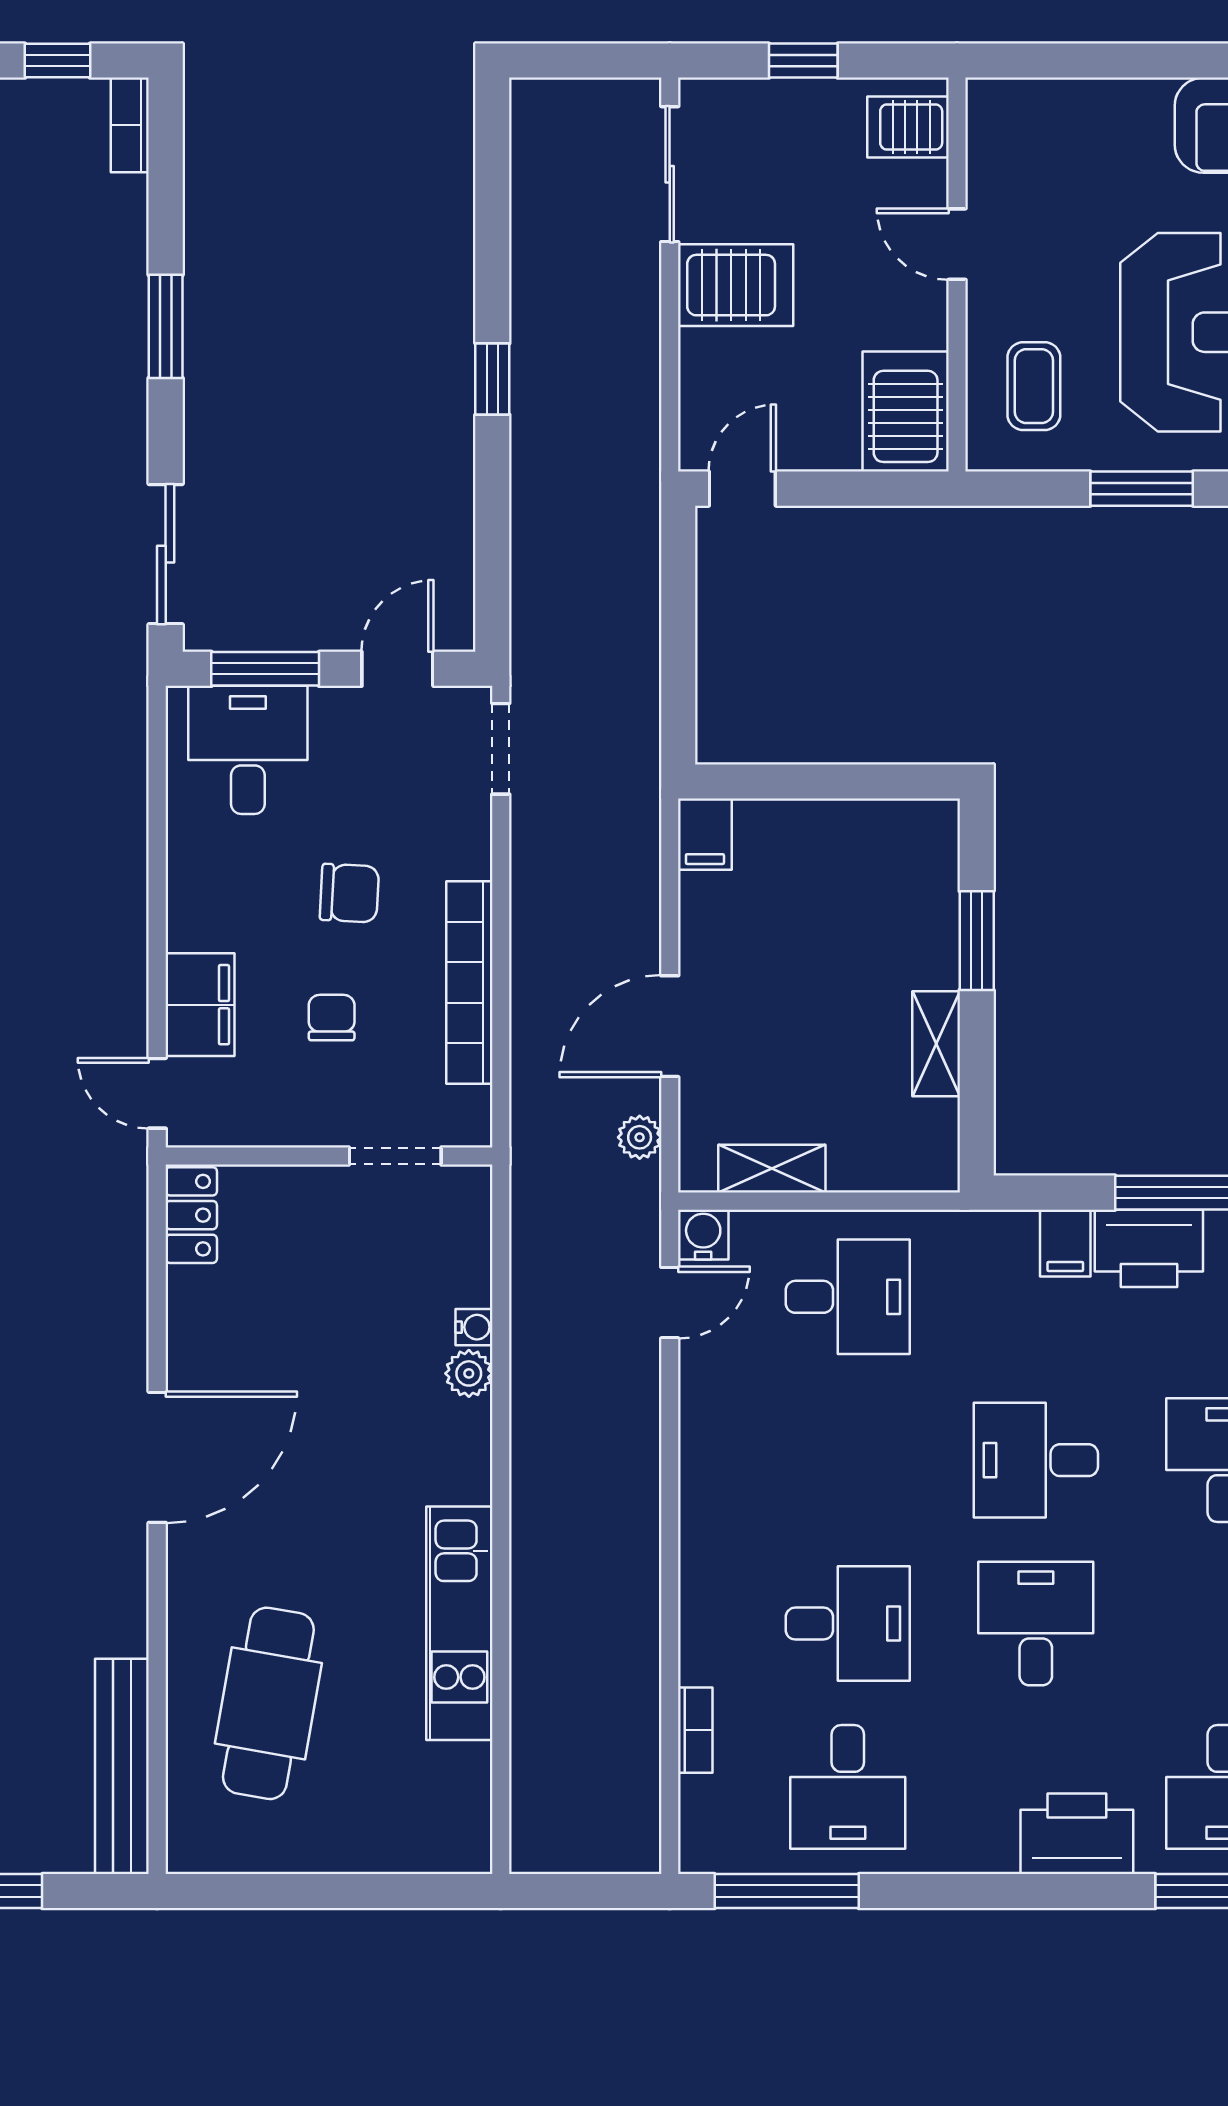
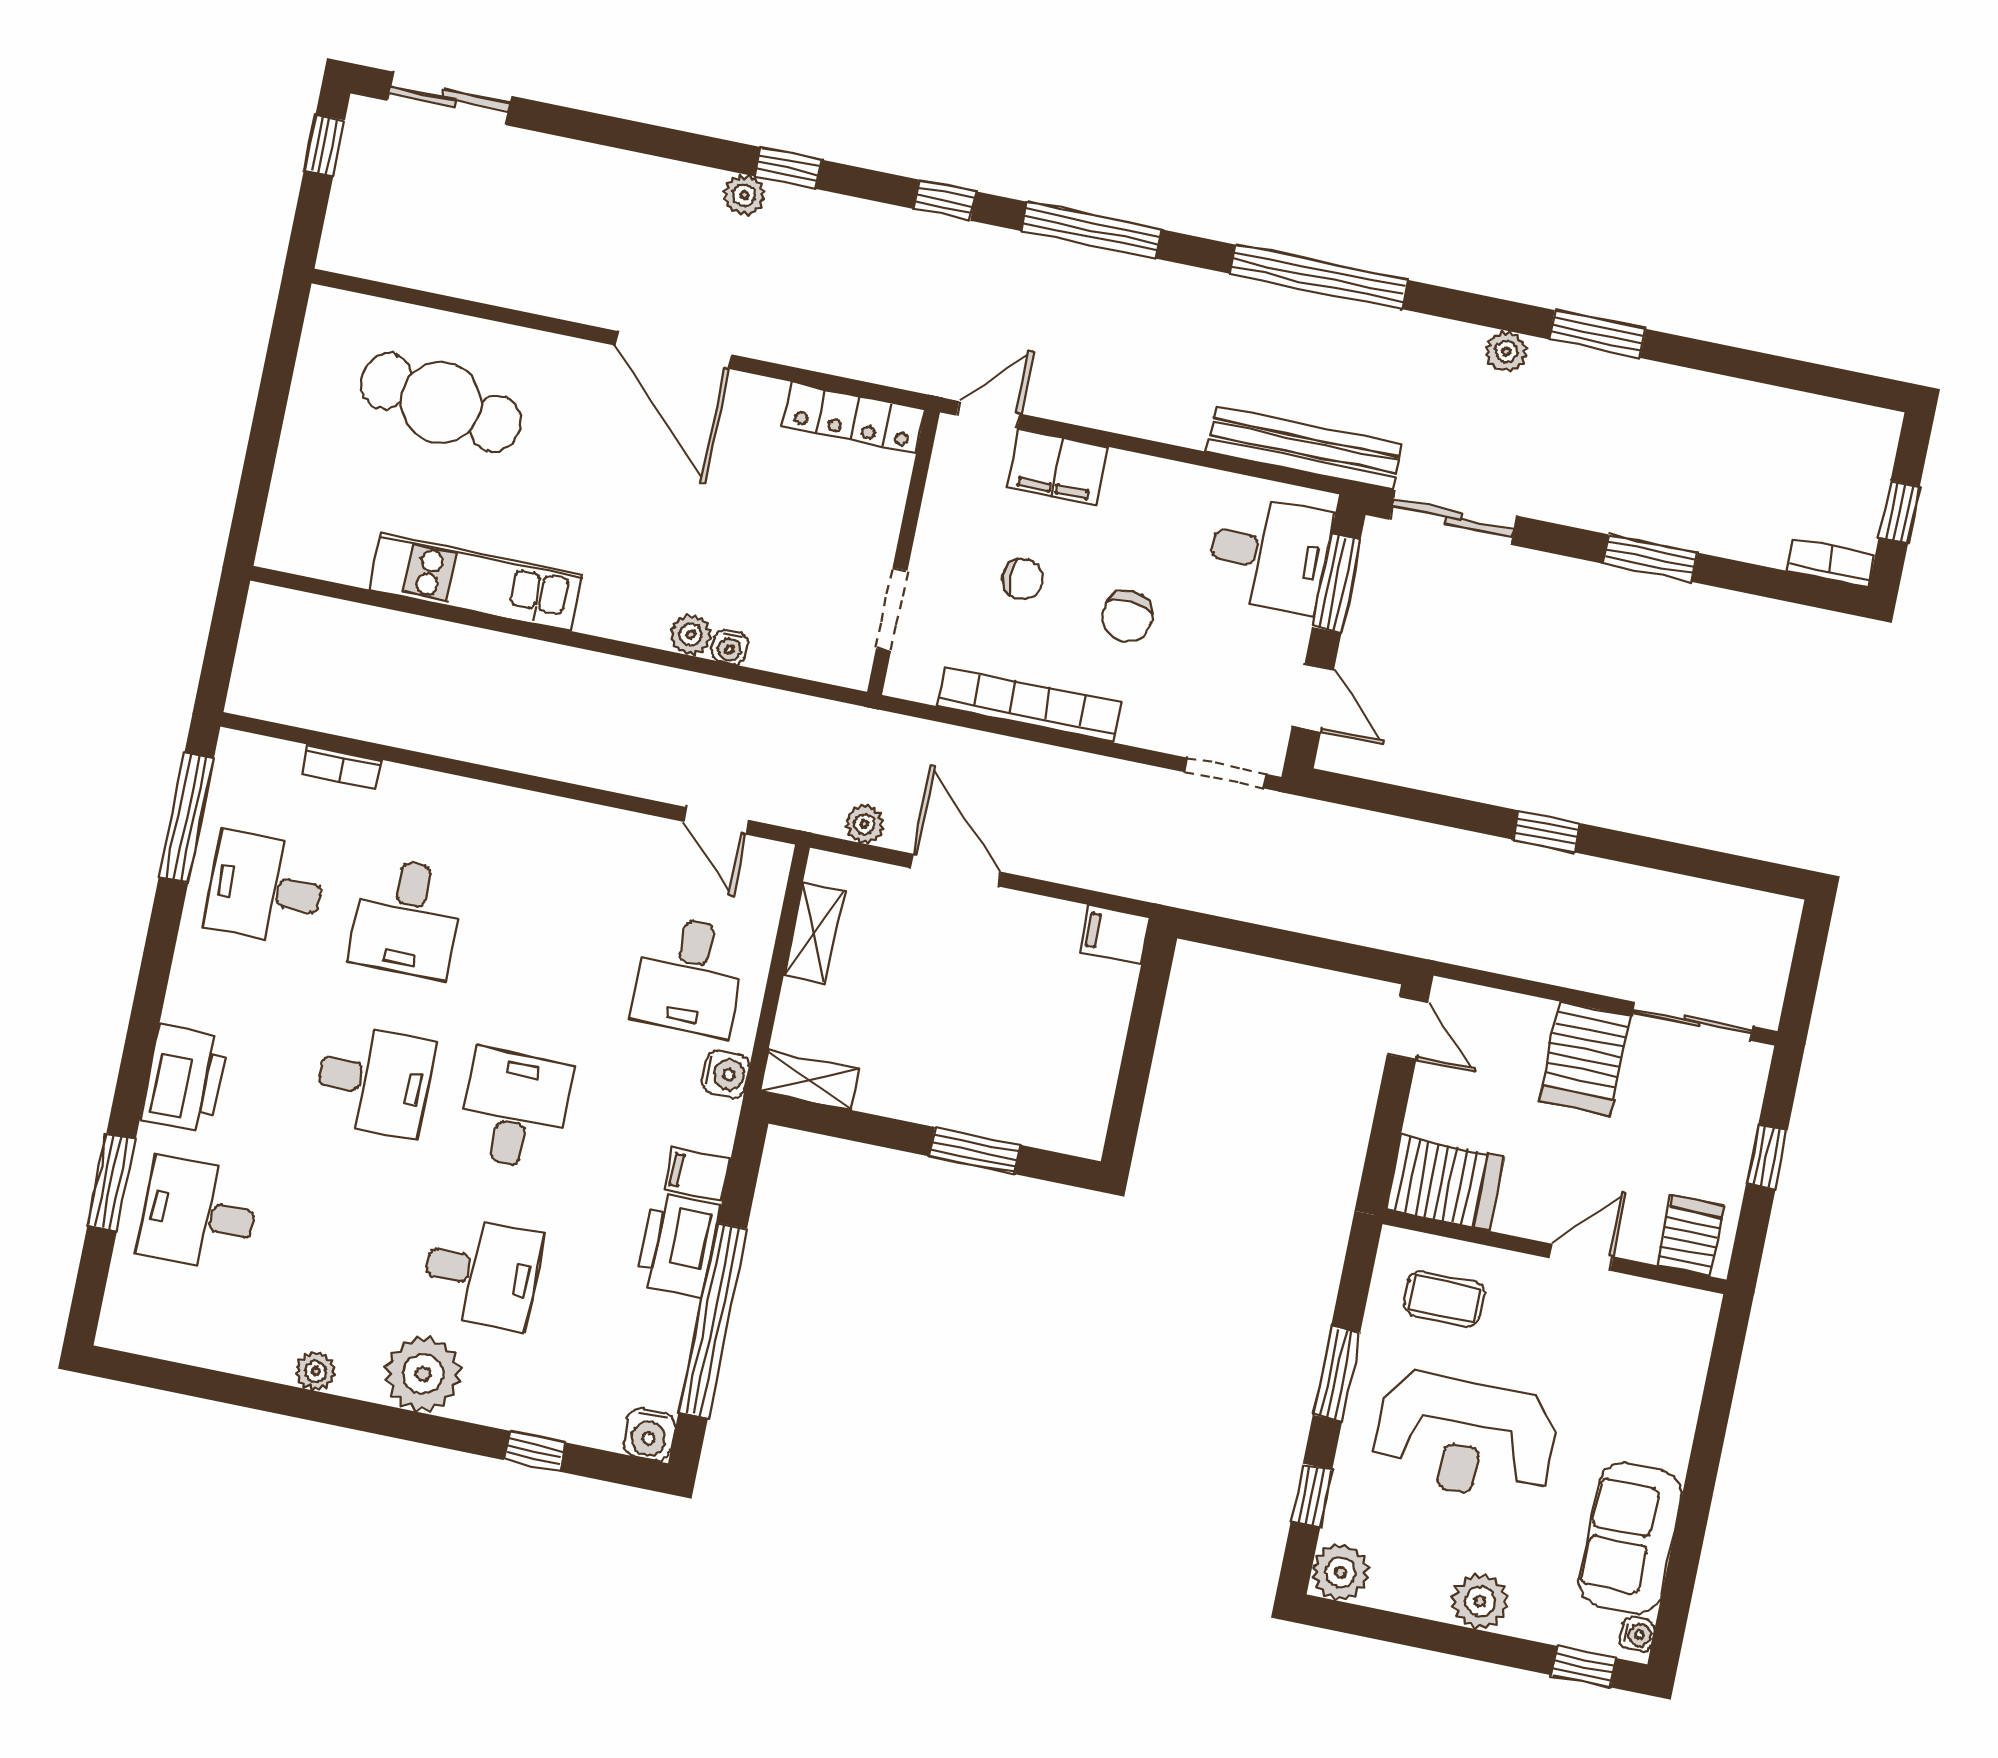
shelving: (936, 1044) -> (810, 1080), moved
locker: (191, 1215) -> (854, 418), width x1.53
water cooler: (703, 1235) -> (726, 1074), moved
bench: (122, 1766) -> (1304, 448), moved

